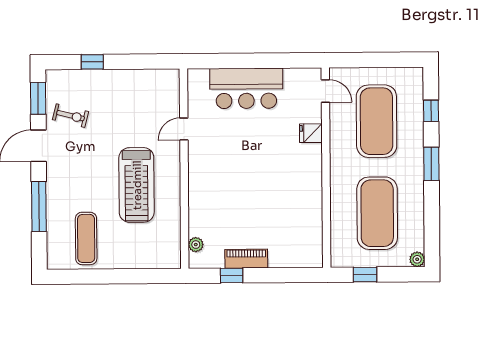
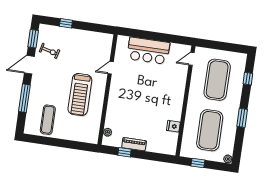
door: (325, 91) -> (192, 59), swing flipped
fridge: (311, 133) -> (173, 126), moved
window: (431, 164) -> (242, 118), moved

